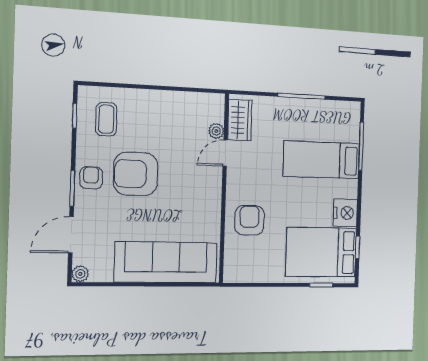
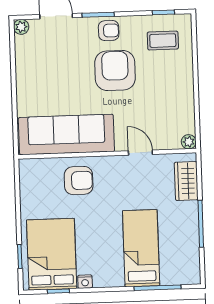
wardrobe: (240, 120) -> (186, 181), moved, turned 90
plant: (216, 131) -> (189, 142), moved
nightstand: (345, 213) -> (85, 282), width x0.53, depth x0.56
sofa: (166, 262) -> (66, 135), moved, turned -90

